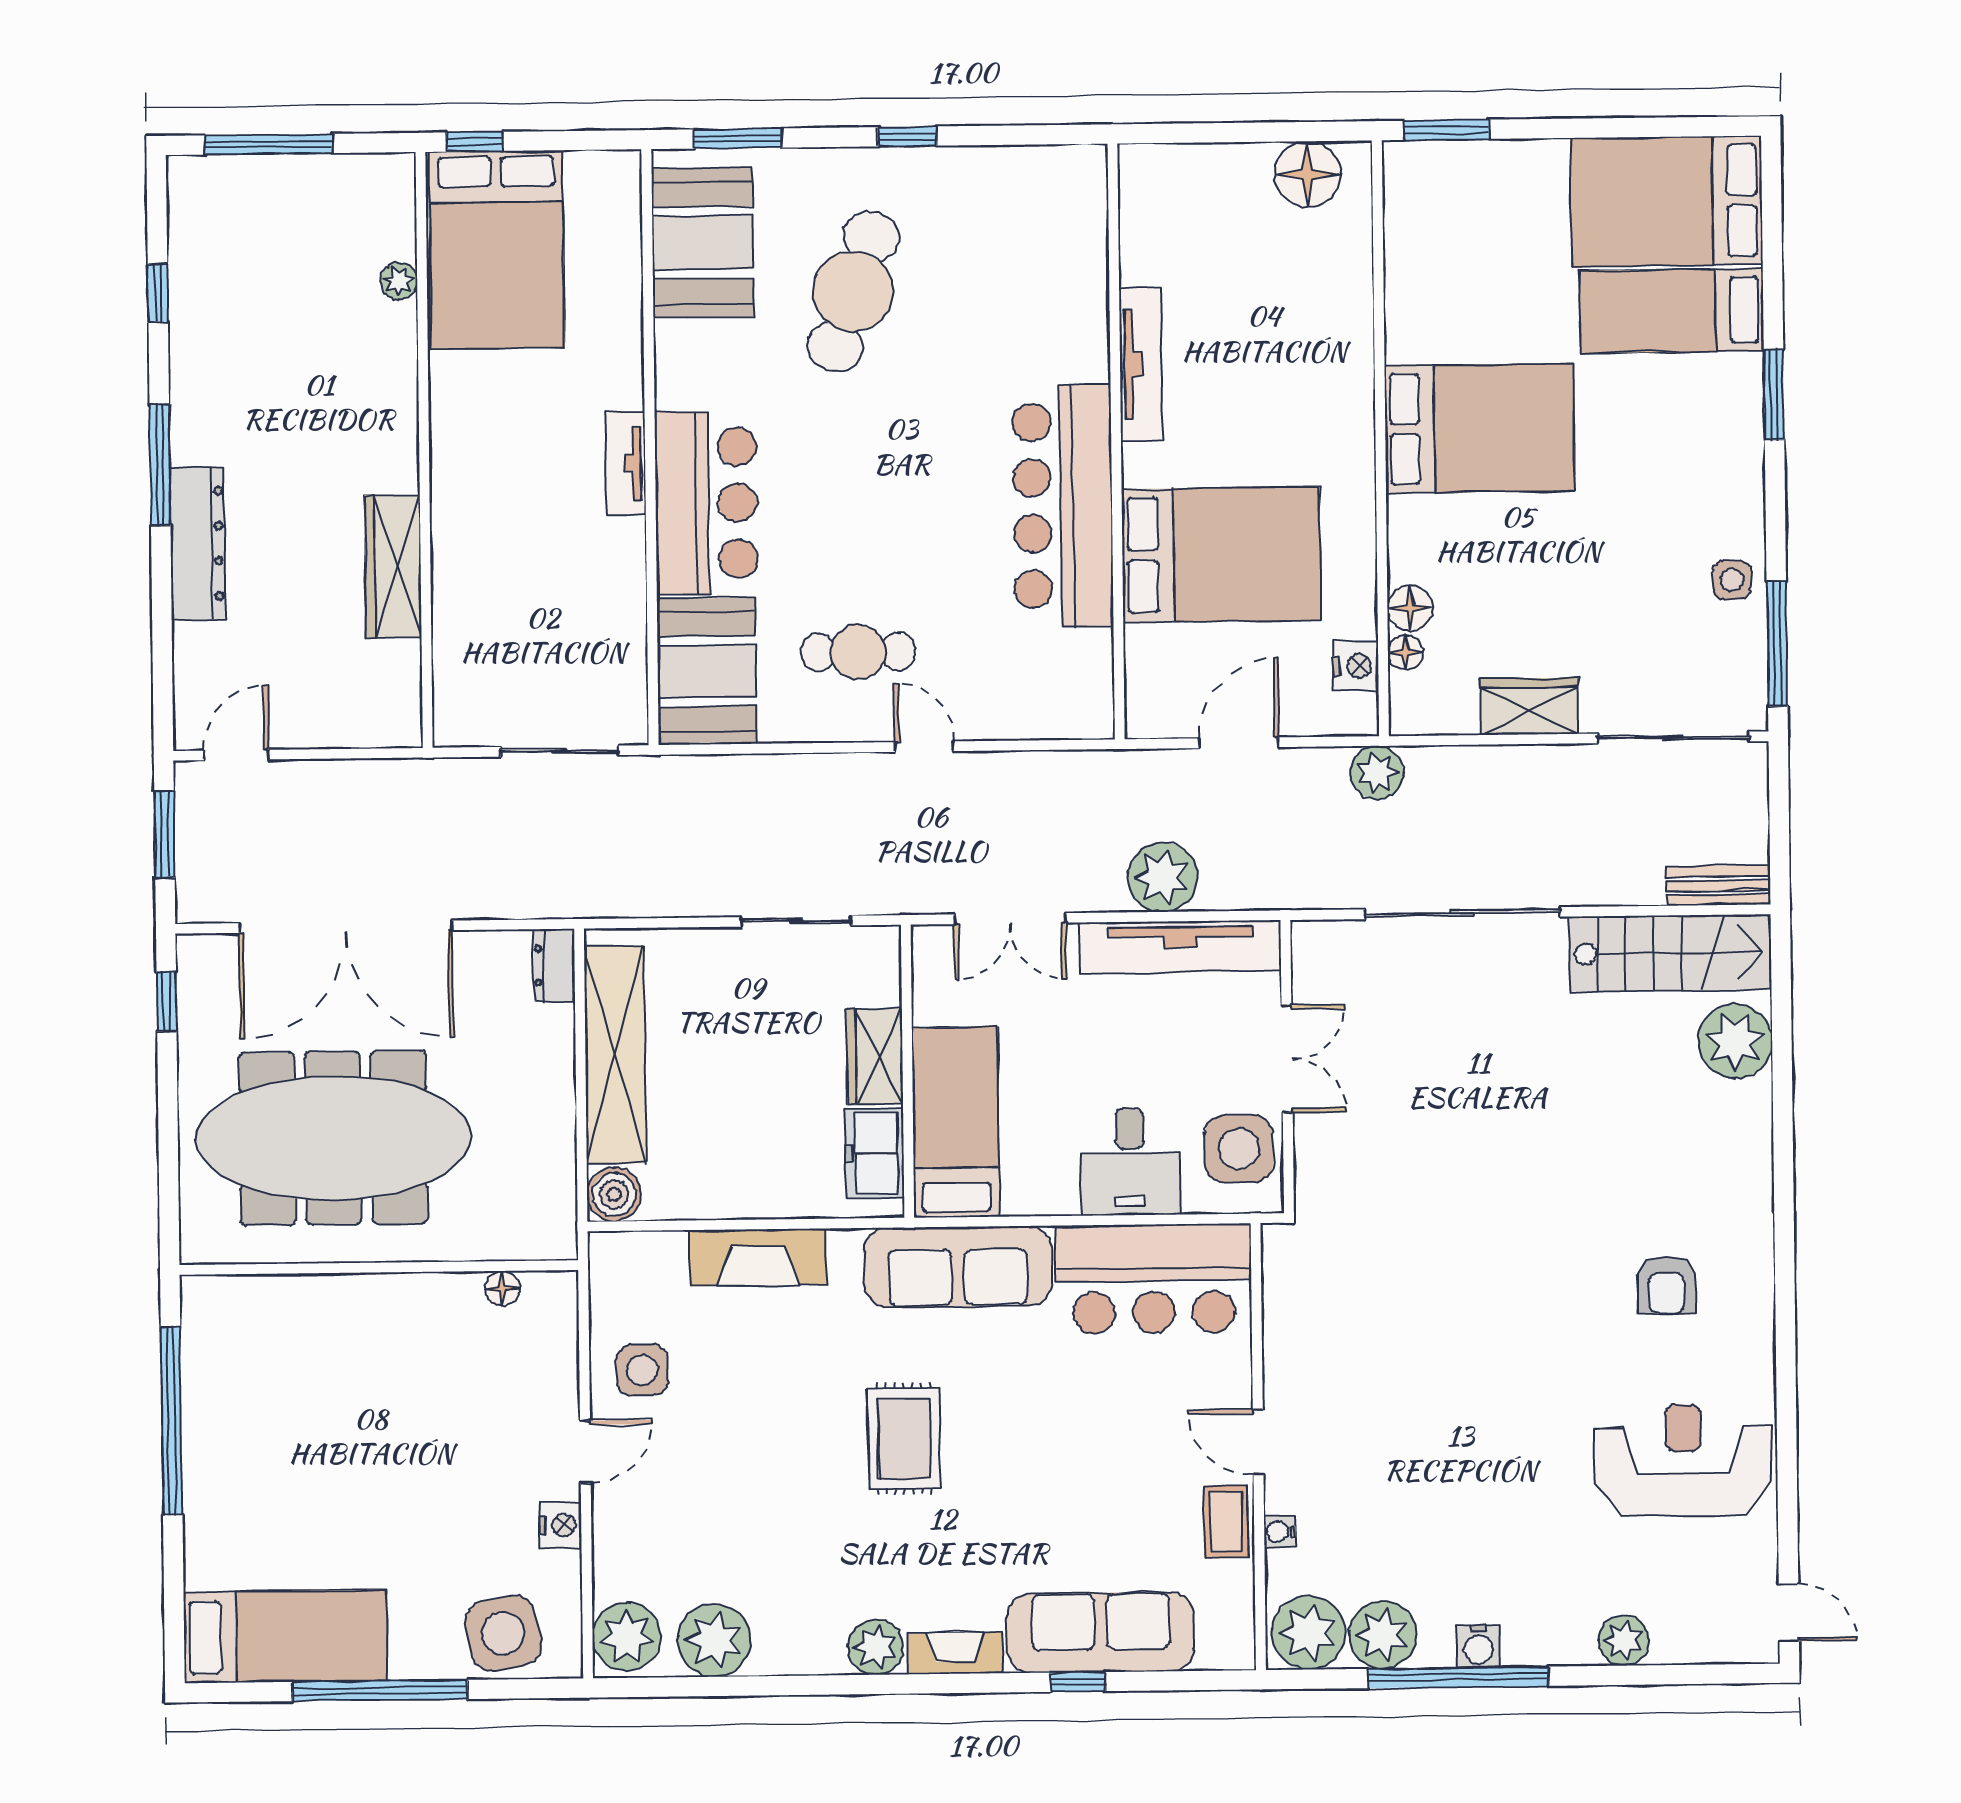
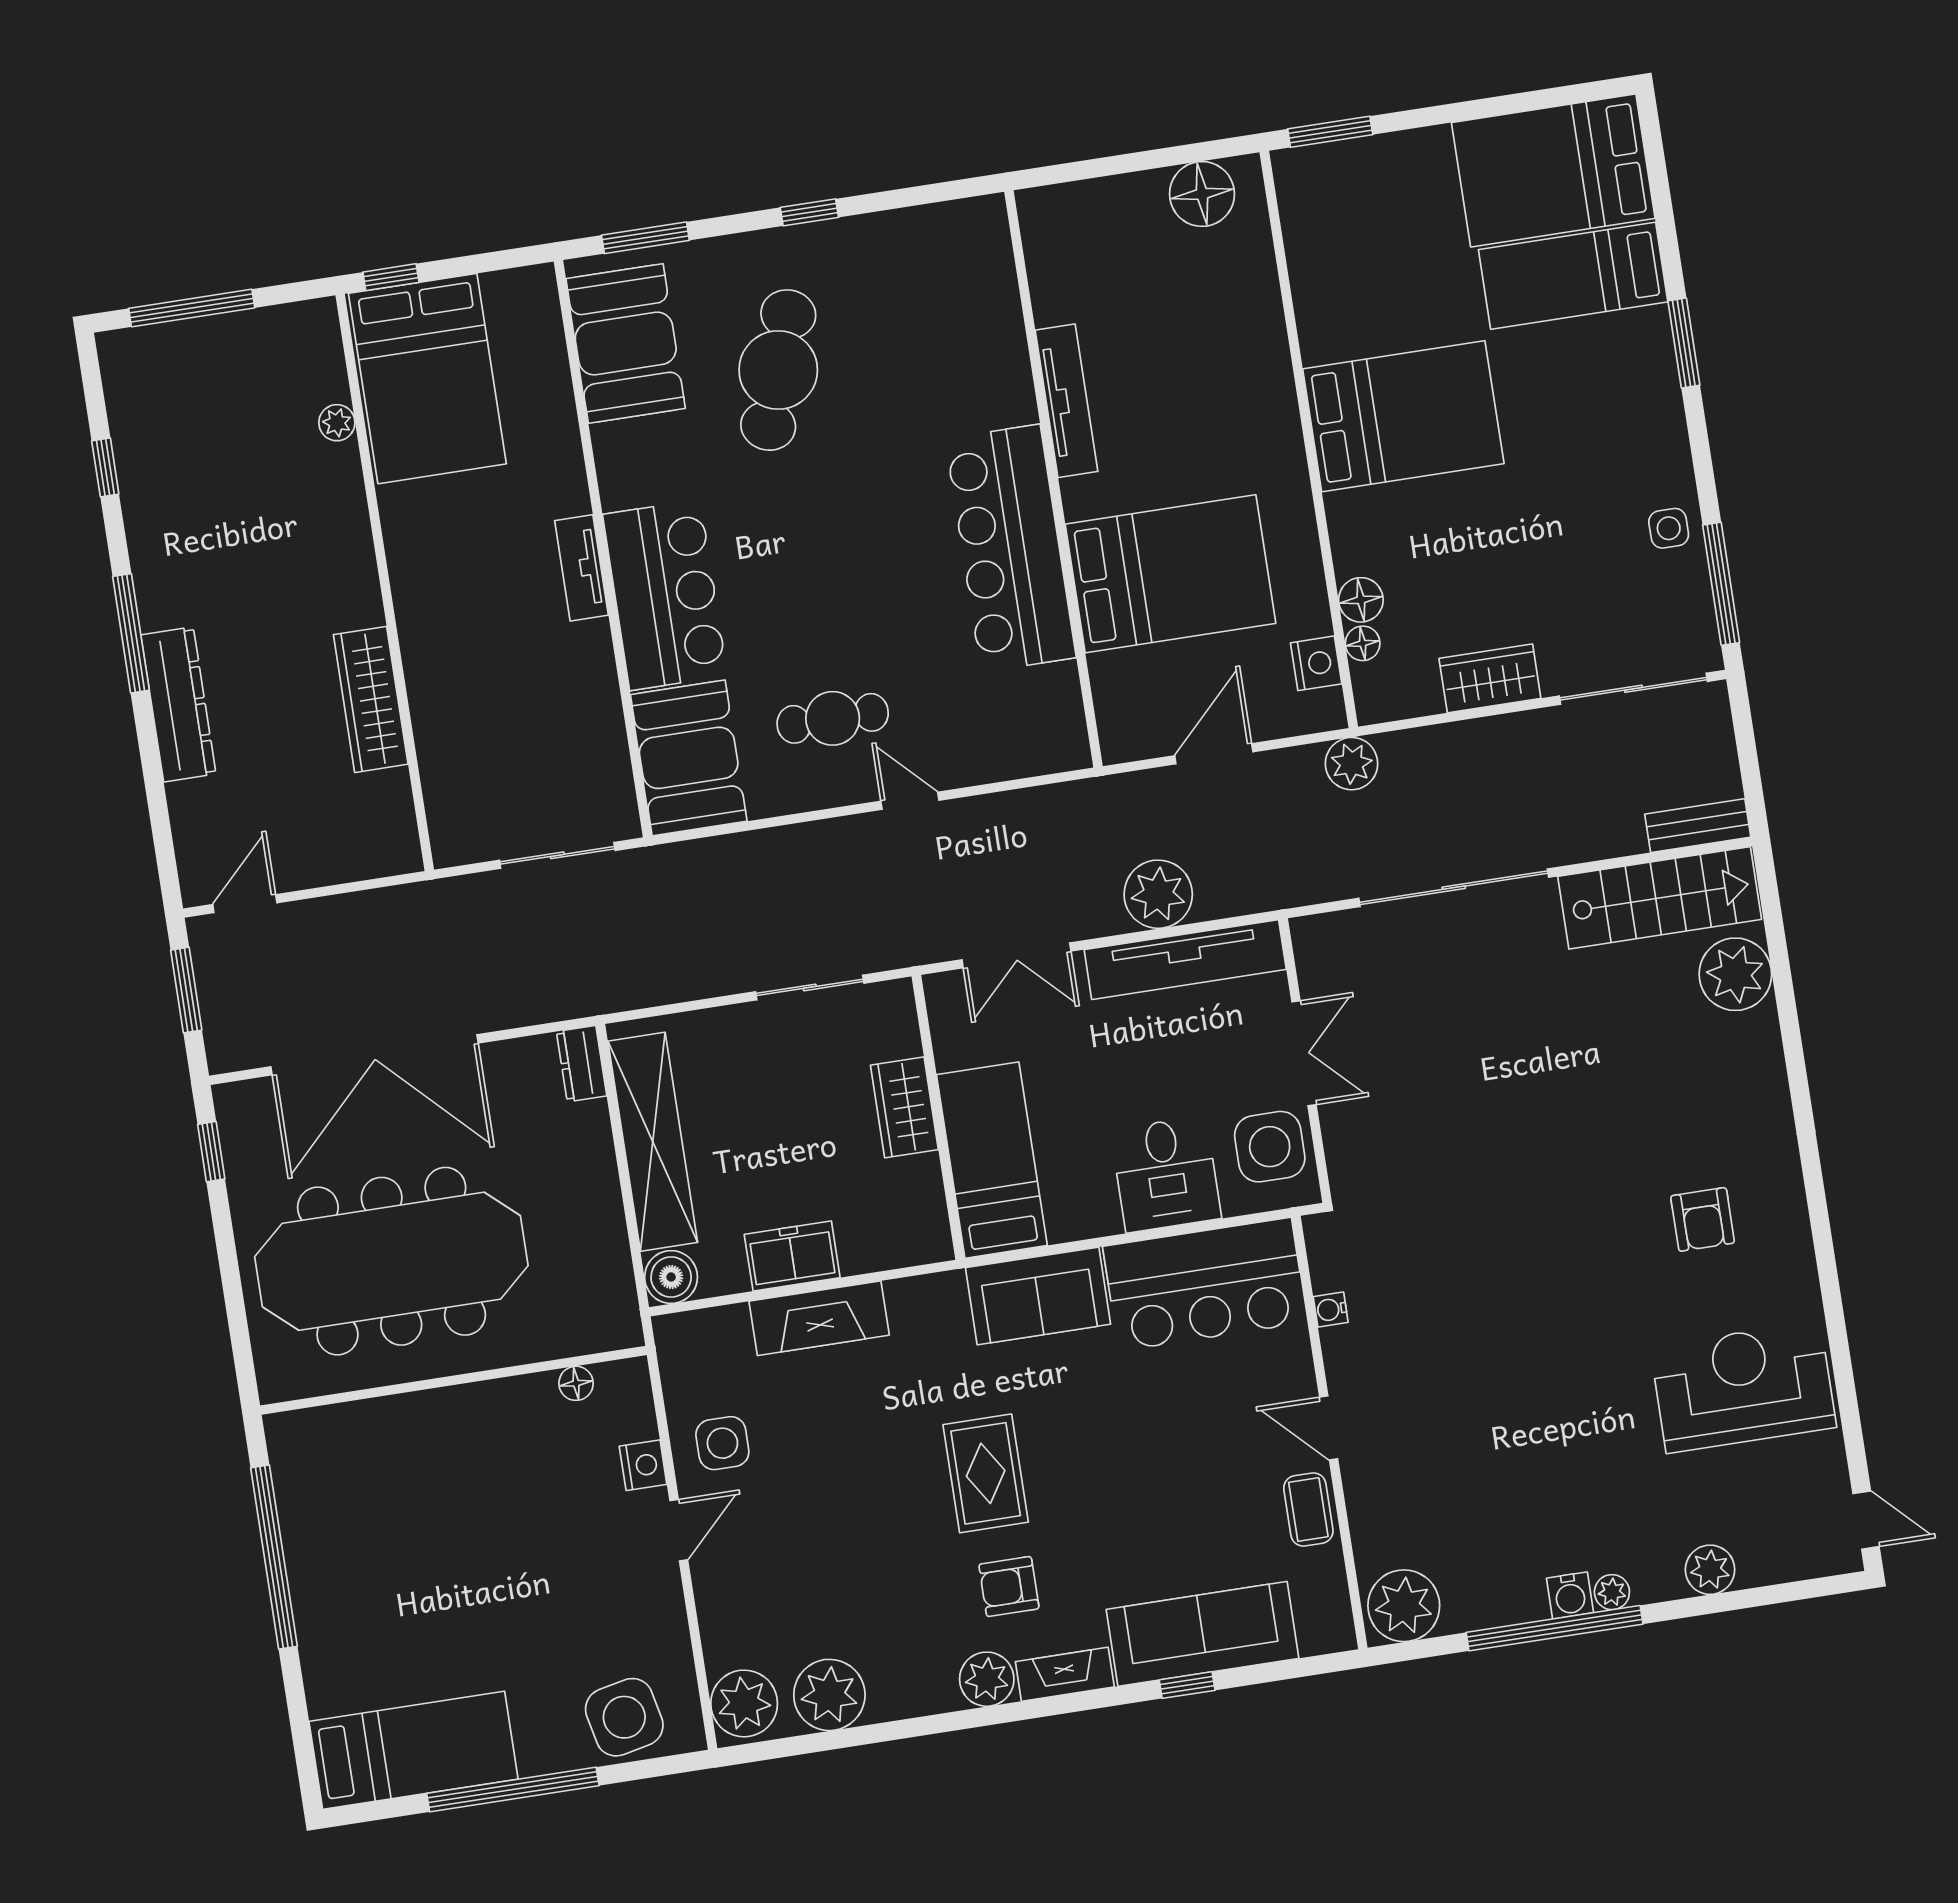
freezer: (874, 1153) -> (792, 1256), moved, turned 90
sofa: (958, 1267) -> (1038, 1296), width x0.73
nightstand: (560, 1525) -> (643, 1465), moved
water cooler: (1280, 1532) -> (1331, 1309), moved
armchair: (911, 1556) -> (1009, 1587), added
plant: (1383, 1635) -> (1612, 1592), moved, width x0.53, depth x0.53

